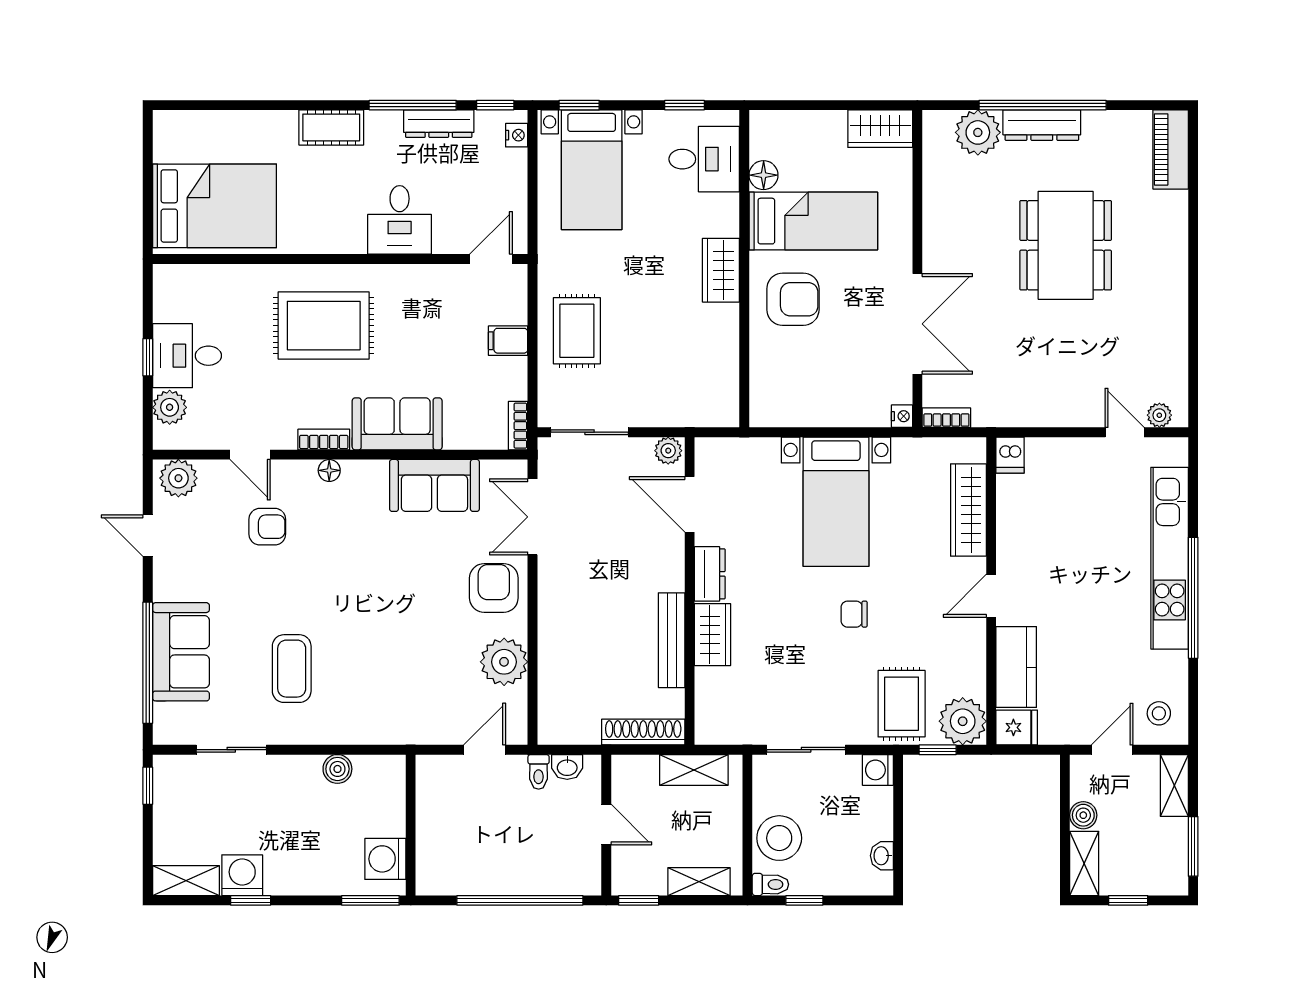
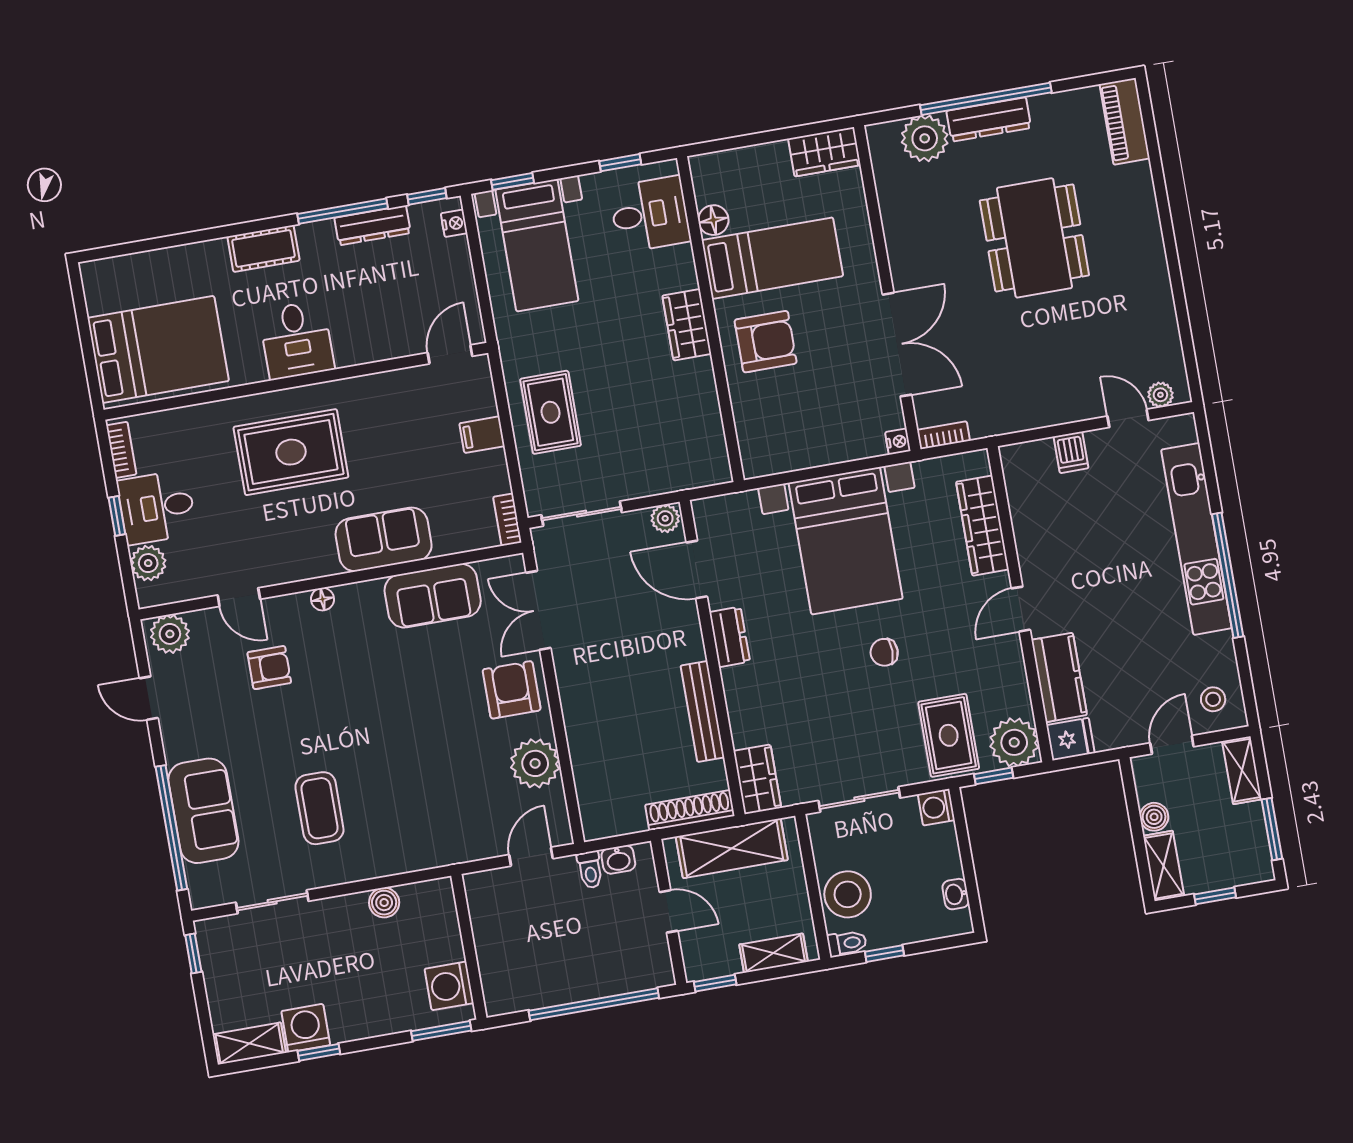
desk: (400, 220) -> (297, 340), moved
bookcase: (324, 439) -> (121, 450), moved, turned 90
dishwasher: (1010, 455) -> (1071, 452), moved
bed with nightstands: (836, 502) -> (846, 541), width x1.36
wardrobe: (713, 635) -> (757, 779), moved
shelving: (694, 770) -> (732, 848), width x1.50, depth x1.33

